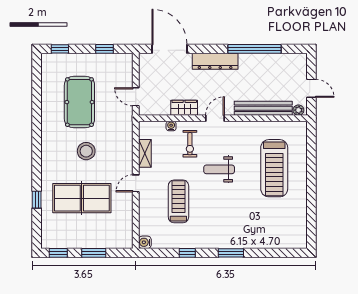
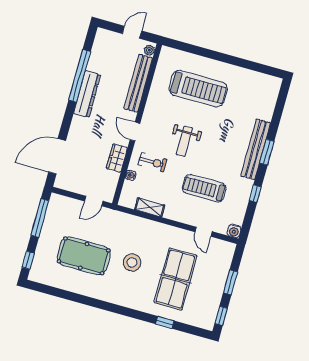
window: (105, 49) -> (40, 218), width x2.17
dresser: (215, 61) -> (87, 94), moved
door: (136, 183) -> (204, 232), moved
bench: (231, 241) -> (256, 149), added

